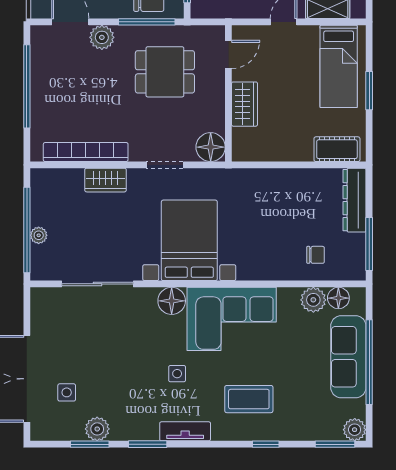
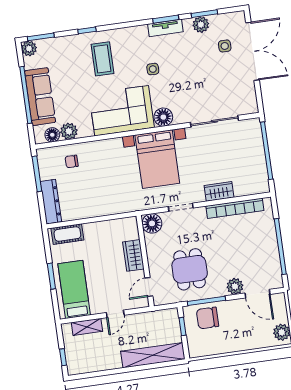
dining table: (165, 72) -> (190, 269), turned 90
plant: (39, 235) -> (258, 148), removed
coffee table: (249, 399) -> (102, 59), turned 90
tv unit: (185, 431) -> (165, 28), moved

